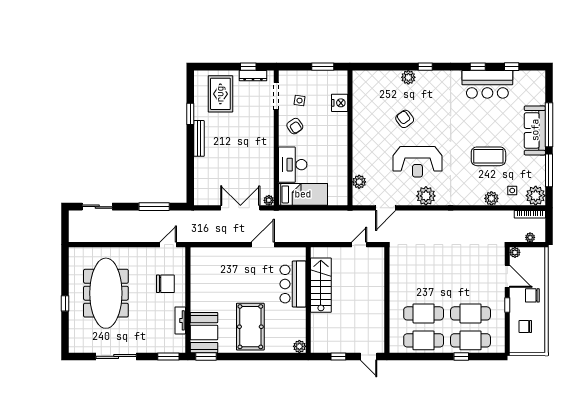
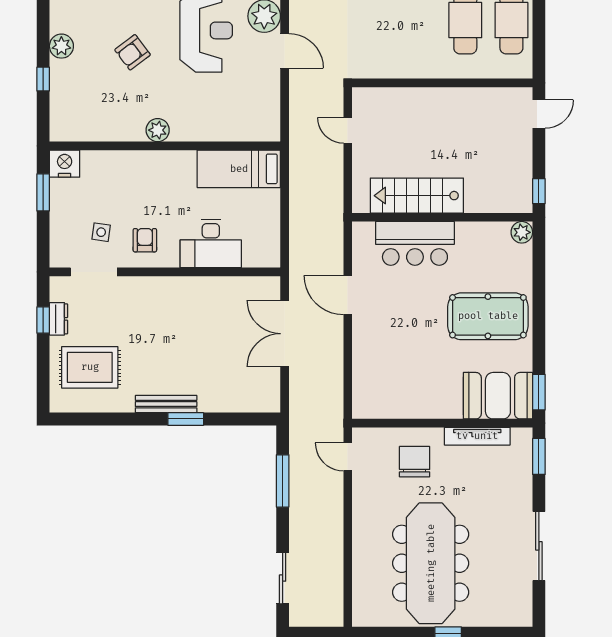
window: (425, 67) -> (43, 79), moved
dresser: (253, 76) -> (59, 319), width x0.70
nightstand: (340, 103) -> (65, 164), moved
window: (190, 114) -> (186, 419), moved
armchair: (295, 126) -> (145, 240), turned -56
plant: (359, 182) -> (158, 130), moved
bed: (303, 194) -> (239, 169), moved, turned -90
plant: (269, 200) -> (272, 285), removed
door: (386, 208) -> (285, 51), moved
meeting table: (106, 293) -> (431, 563), turned 90
tv unit: (180, 320) -> (477, 436), width x1.41
window: (338, 356) -> (539, 191), moved

